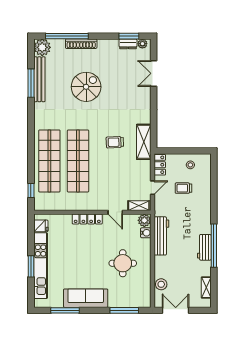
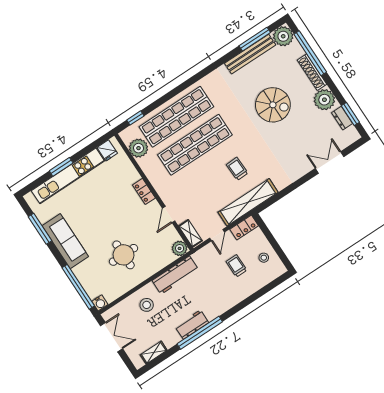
plant: (142, 44) -> (324, 100), moved, width x1.87, depth x1.87
window: (31, 83) -> (255, 39), moved
shelving: (144, 142) -> (248, 202), width x1.47
door: (152, 188) -> (217, 235), hinge flipped
plant: (54, 203) -> (139, 148), added
locker: (87, 219) -> (144, 191), width x0.66
water cooler: (146, 233) -> (100, 303), moved
stool: (161, 284) -> (147, 305), moved
window: (124, 310) -> (78, 287), width x1.46

